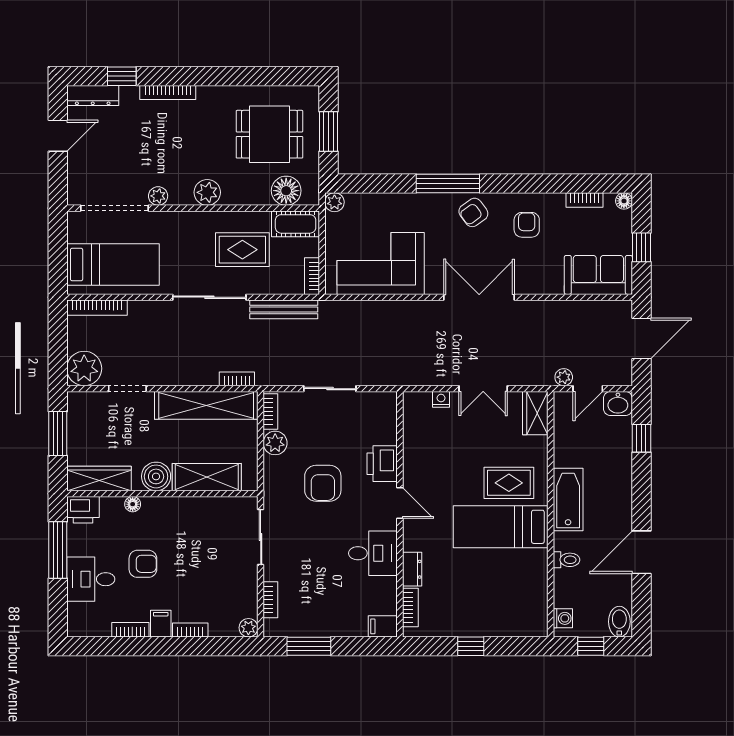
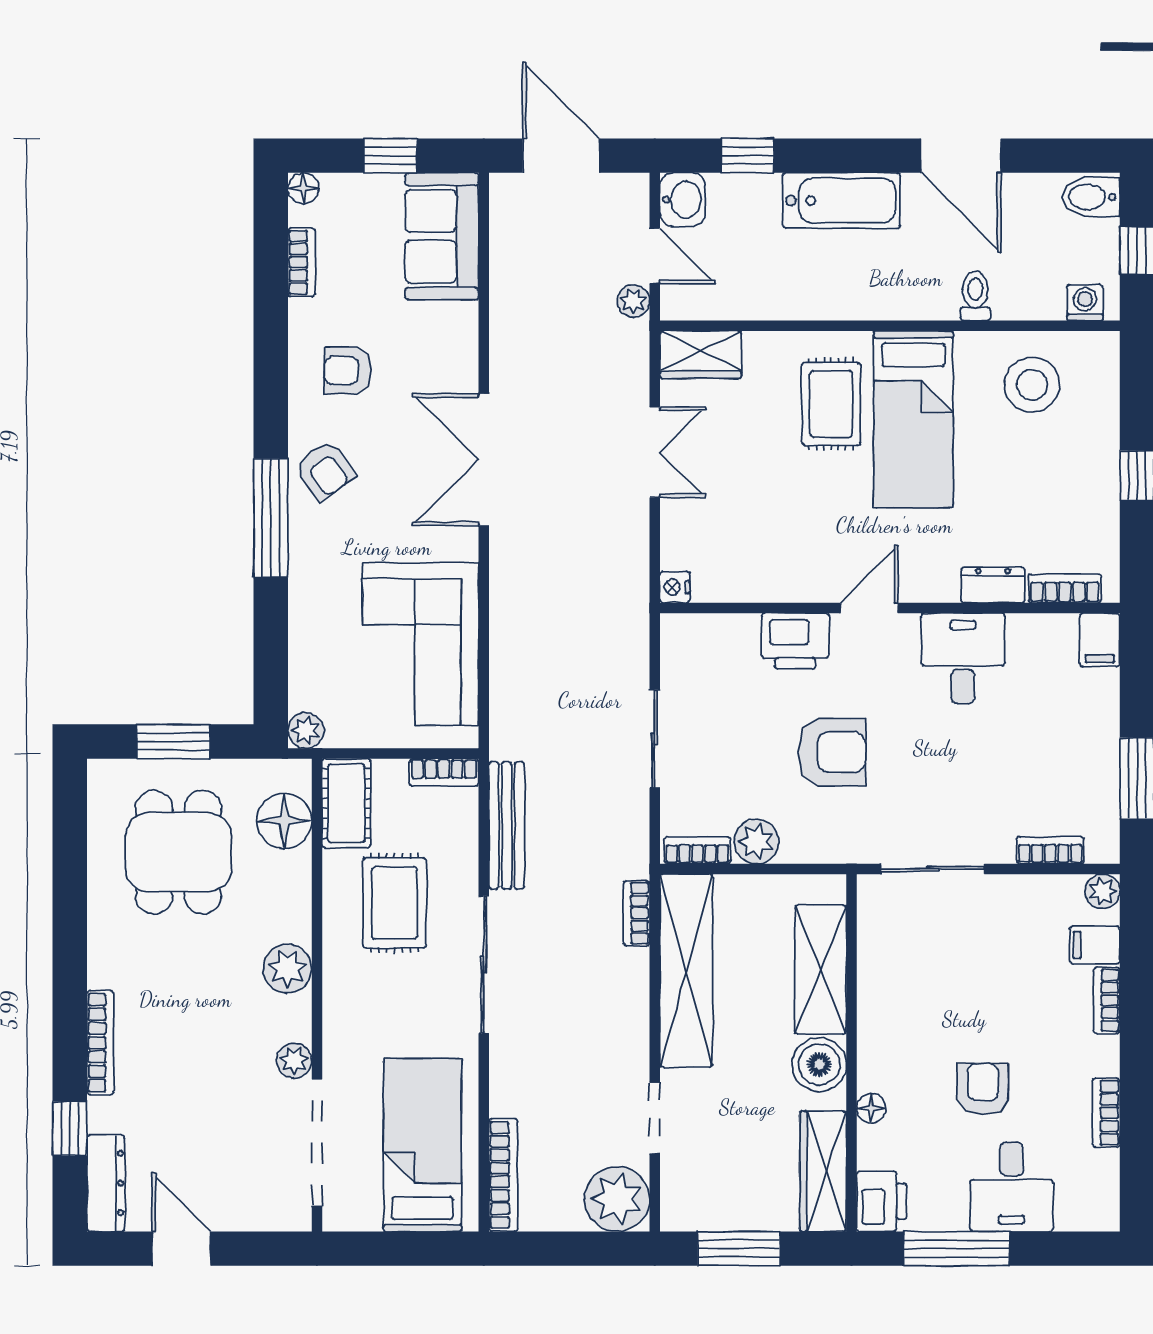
nightstand: (441, 399) -> (675, 587), moved
bathtub: (568, 500) -> (841, 201), moved, turned 180
stool: (519, 590) -> (1032, 385), added
filing cabinet: (161, 624) -> (1095, 945), moved

